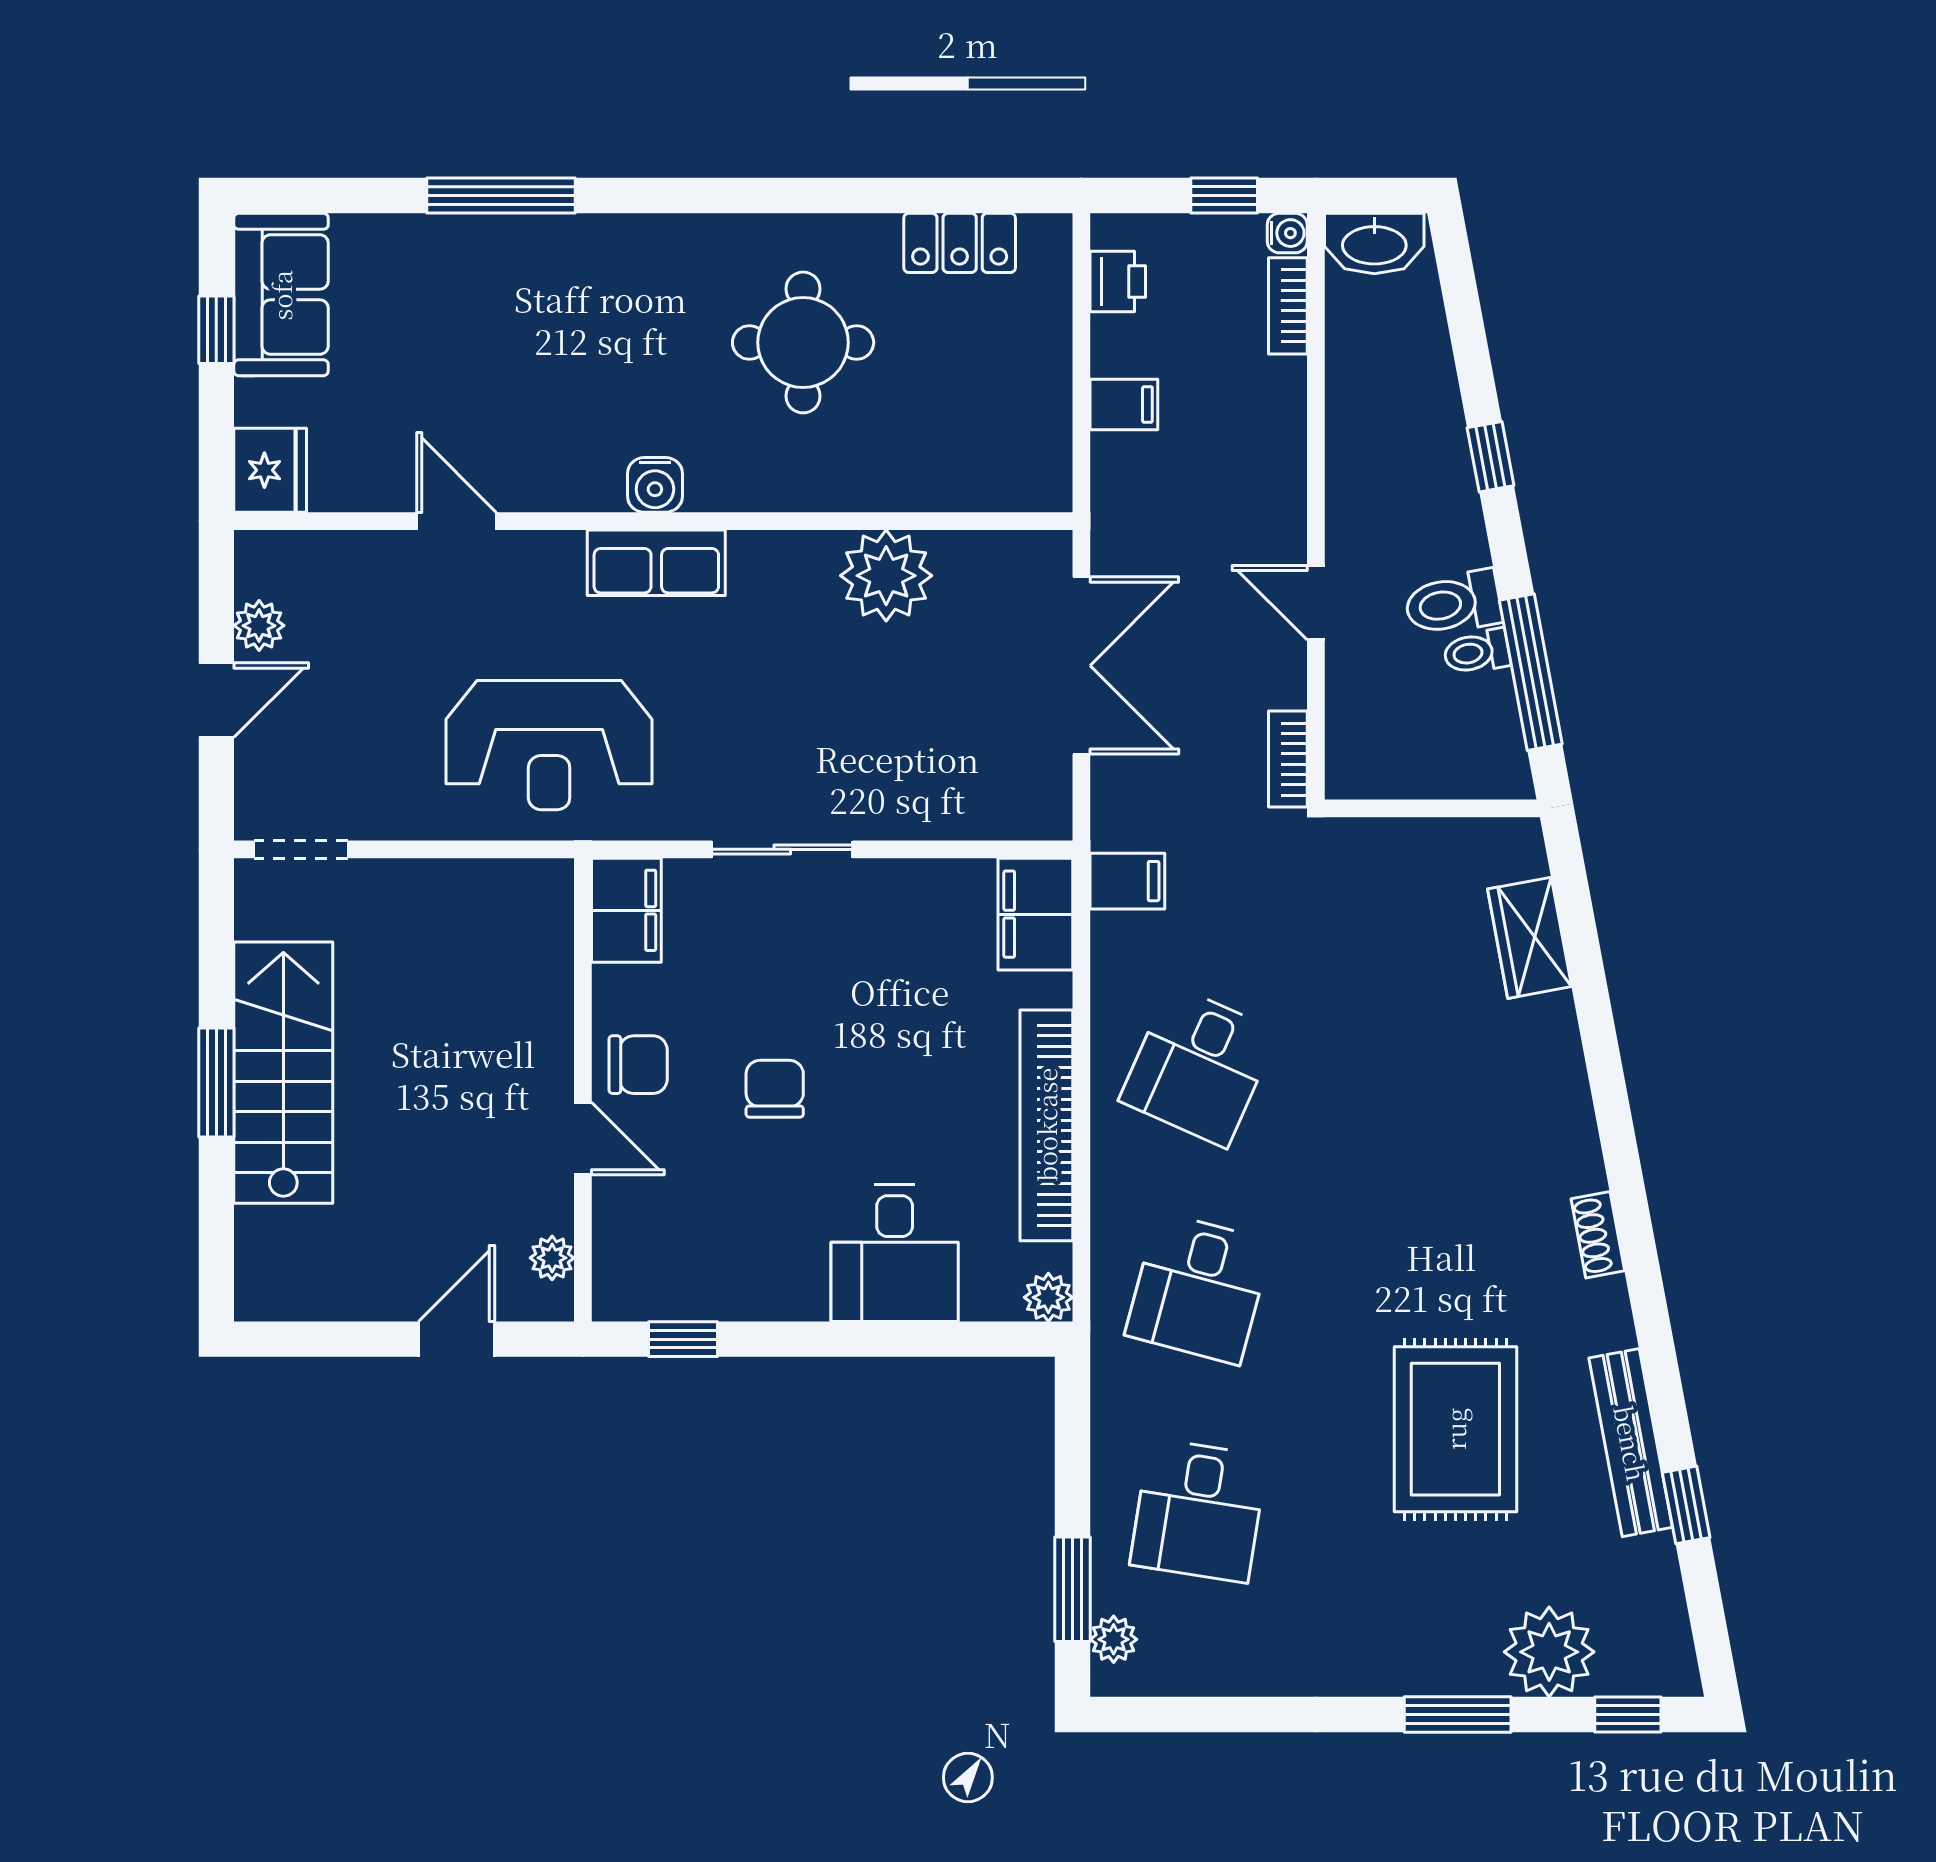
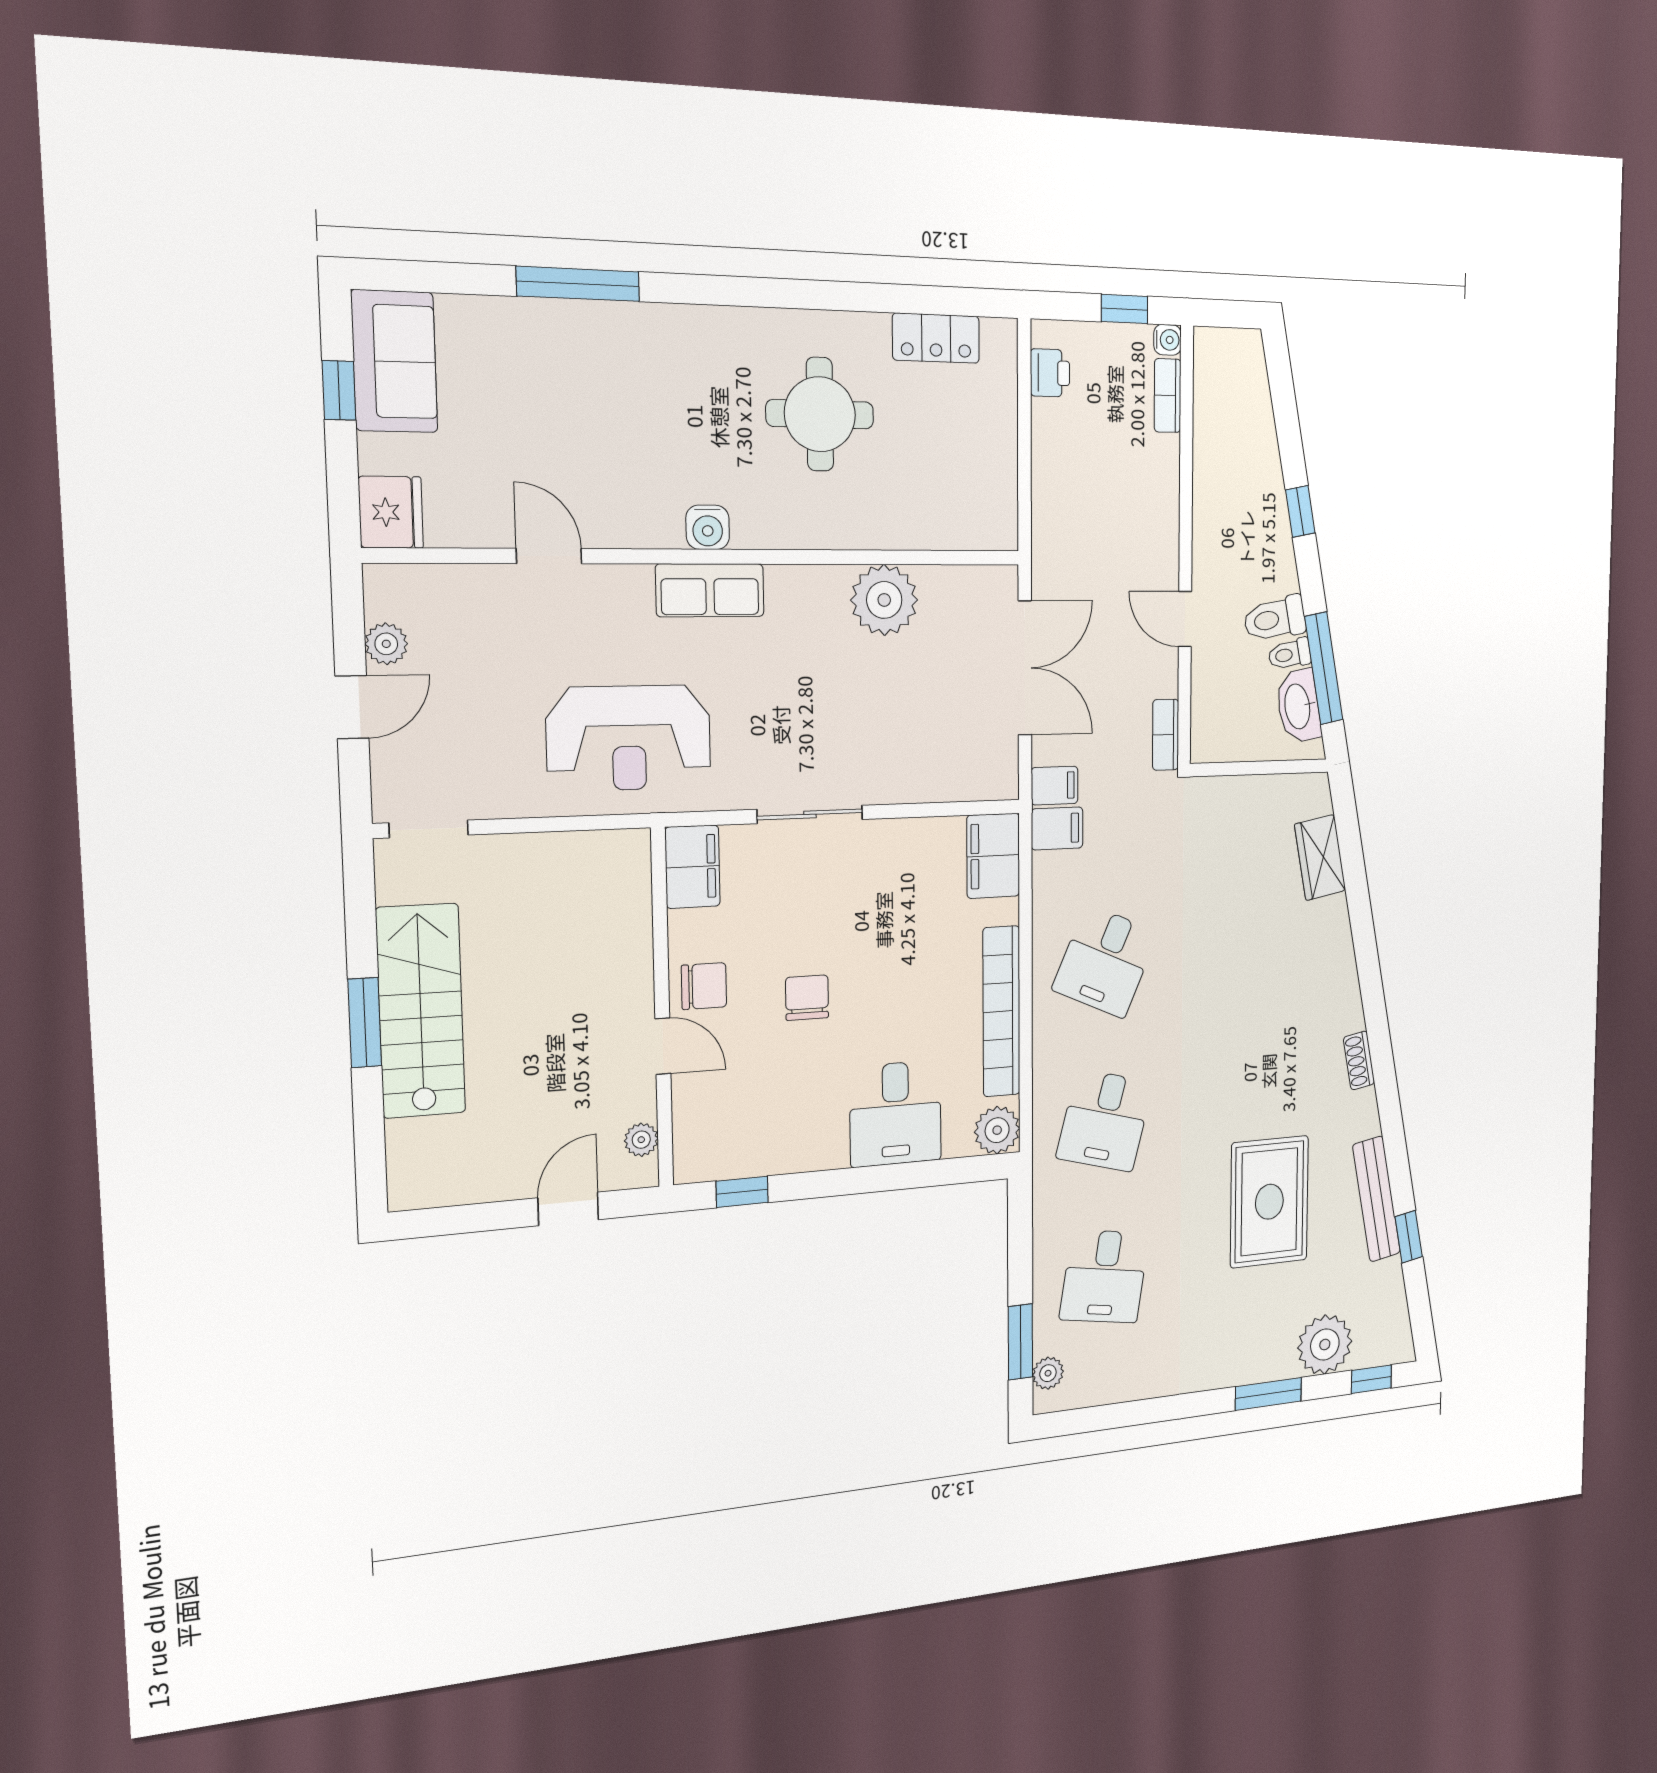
washbasin: (1374, 243) -> (1298, 706), moved, turned 79
filing cabinet: (1124, 404) -> (1055, 786), moved
plant: (1048, 1297) -> (997, 1130), width x1.38, depth x1.38

